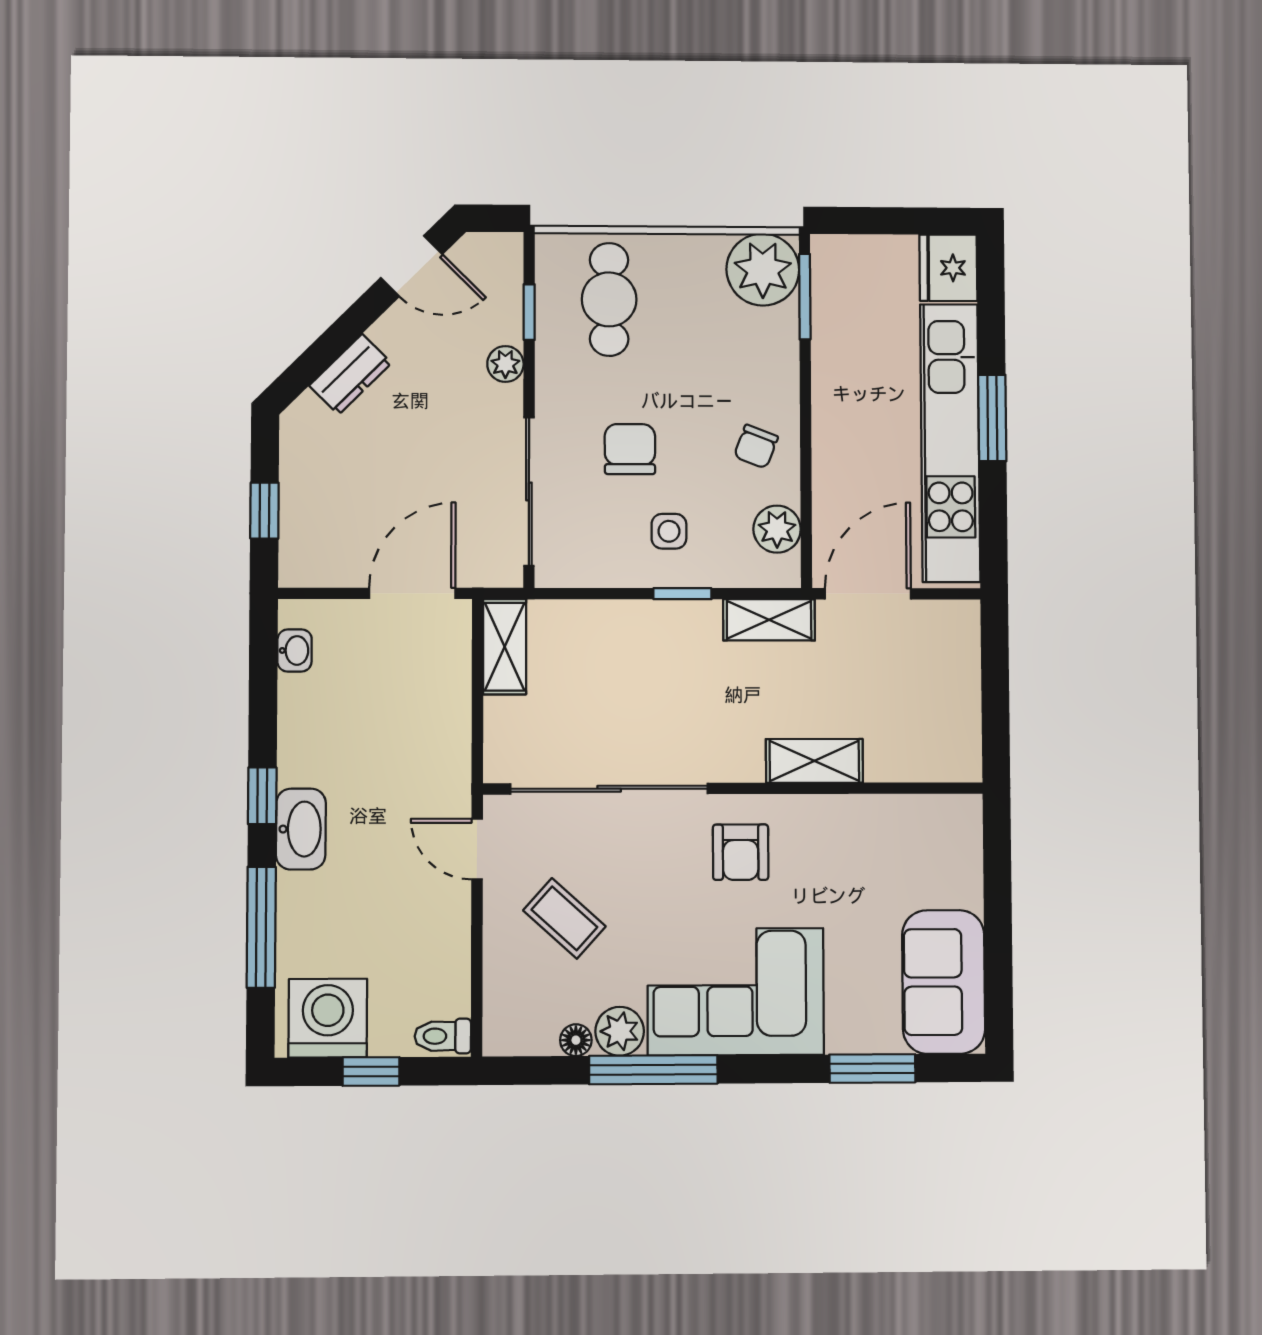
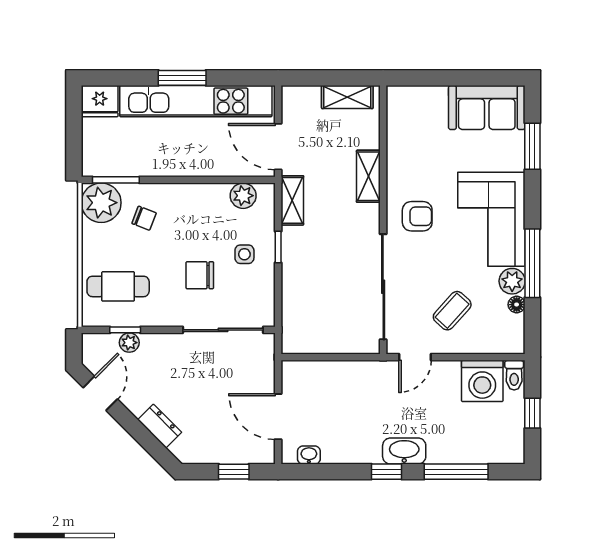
plant: (505, 364) -> (129, 343), moved
chair: (756, 447) -> (144, 218), moved
door: (412, 593) -> (278, 417), moved
shelving: (505, 647) -> (347, 97), moved
washing machine: (328, 1018) -> (482, 381), moved, turned -90

